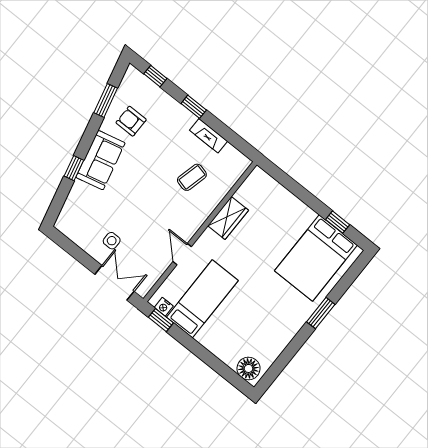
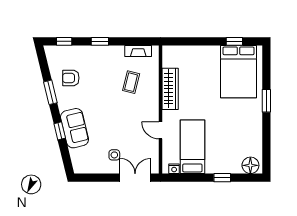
window: (106, 100) -> (50, 92), moved
fireplace: (209, 136) -> (138, 51), moved
sofa: (100, 160) -> (75, 128), moved
wardrobe: (228, 218) -> (170, 89), width x1.50
window: (161, 320) -> (222, 178), moved

